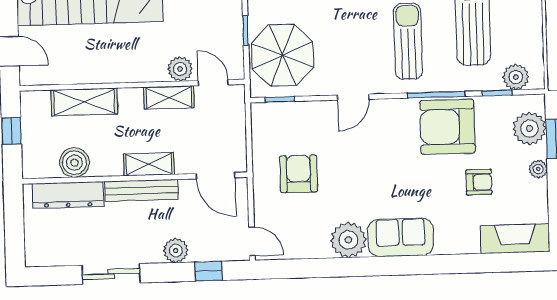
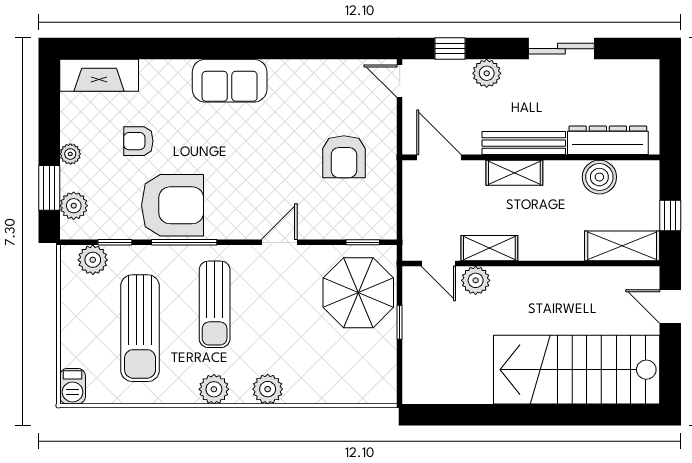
shelving: (84, 102) -> (622, 246), moved
plant: (530, 128) -> (74, 206), width x0.73, depth x0.73
plant: (348, 240) -> (289, 80), removed

